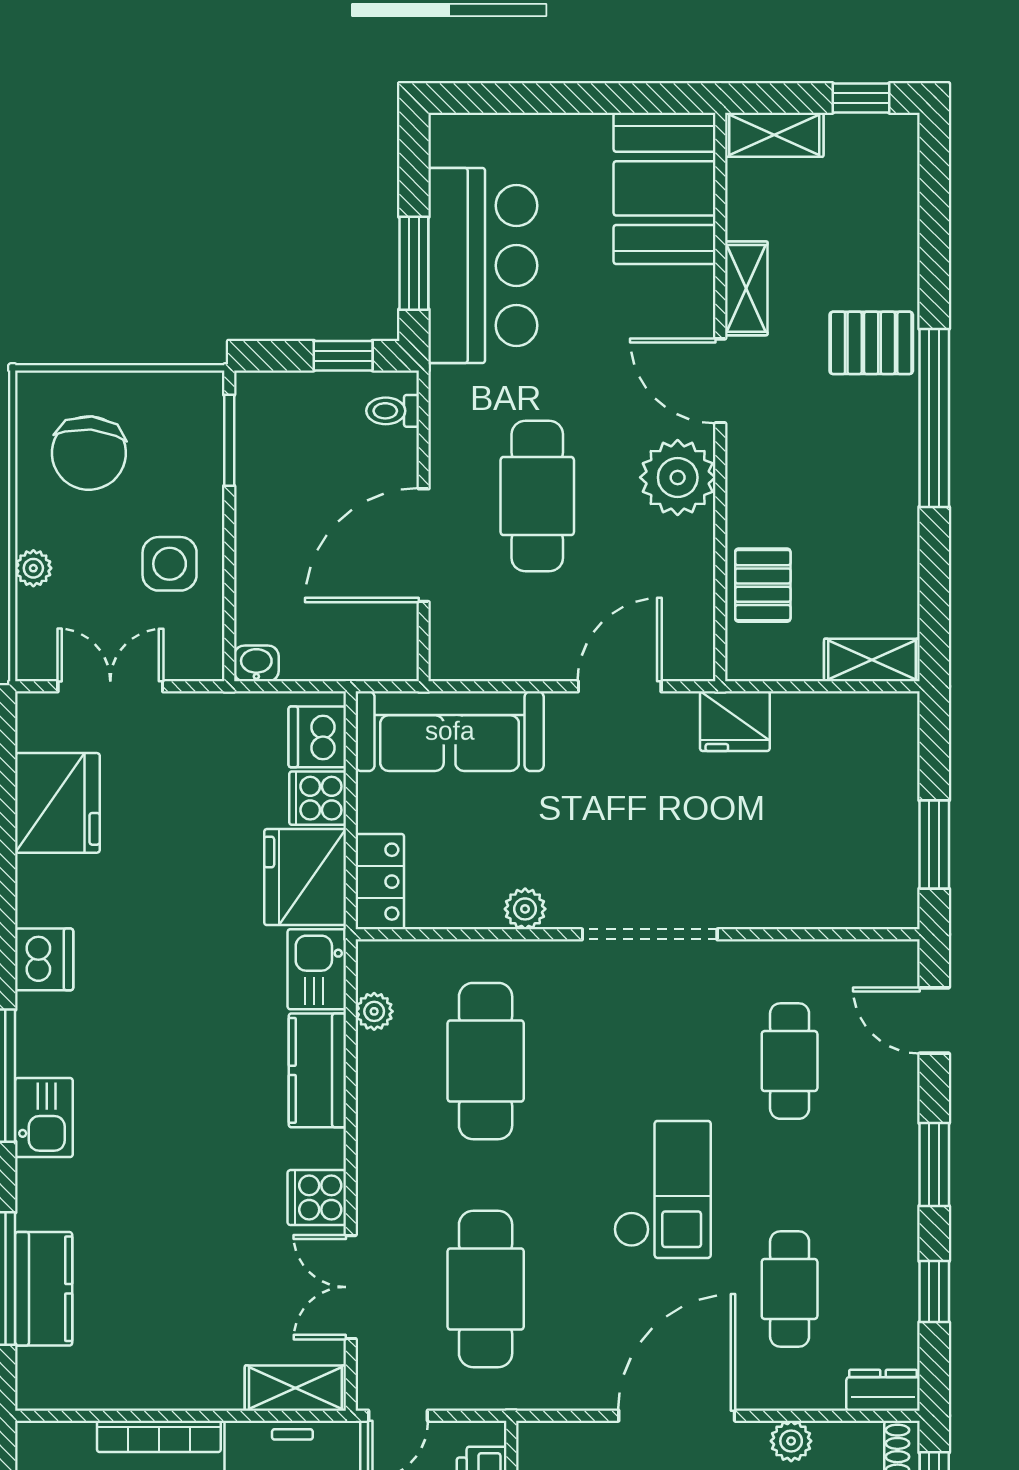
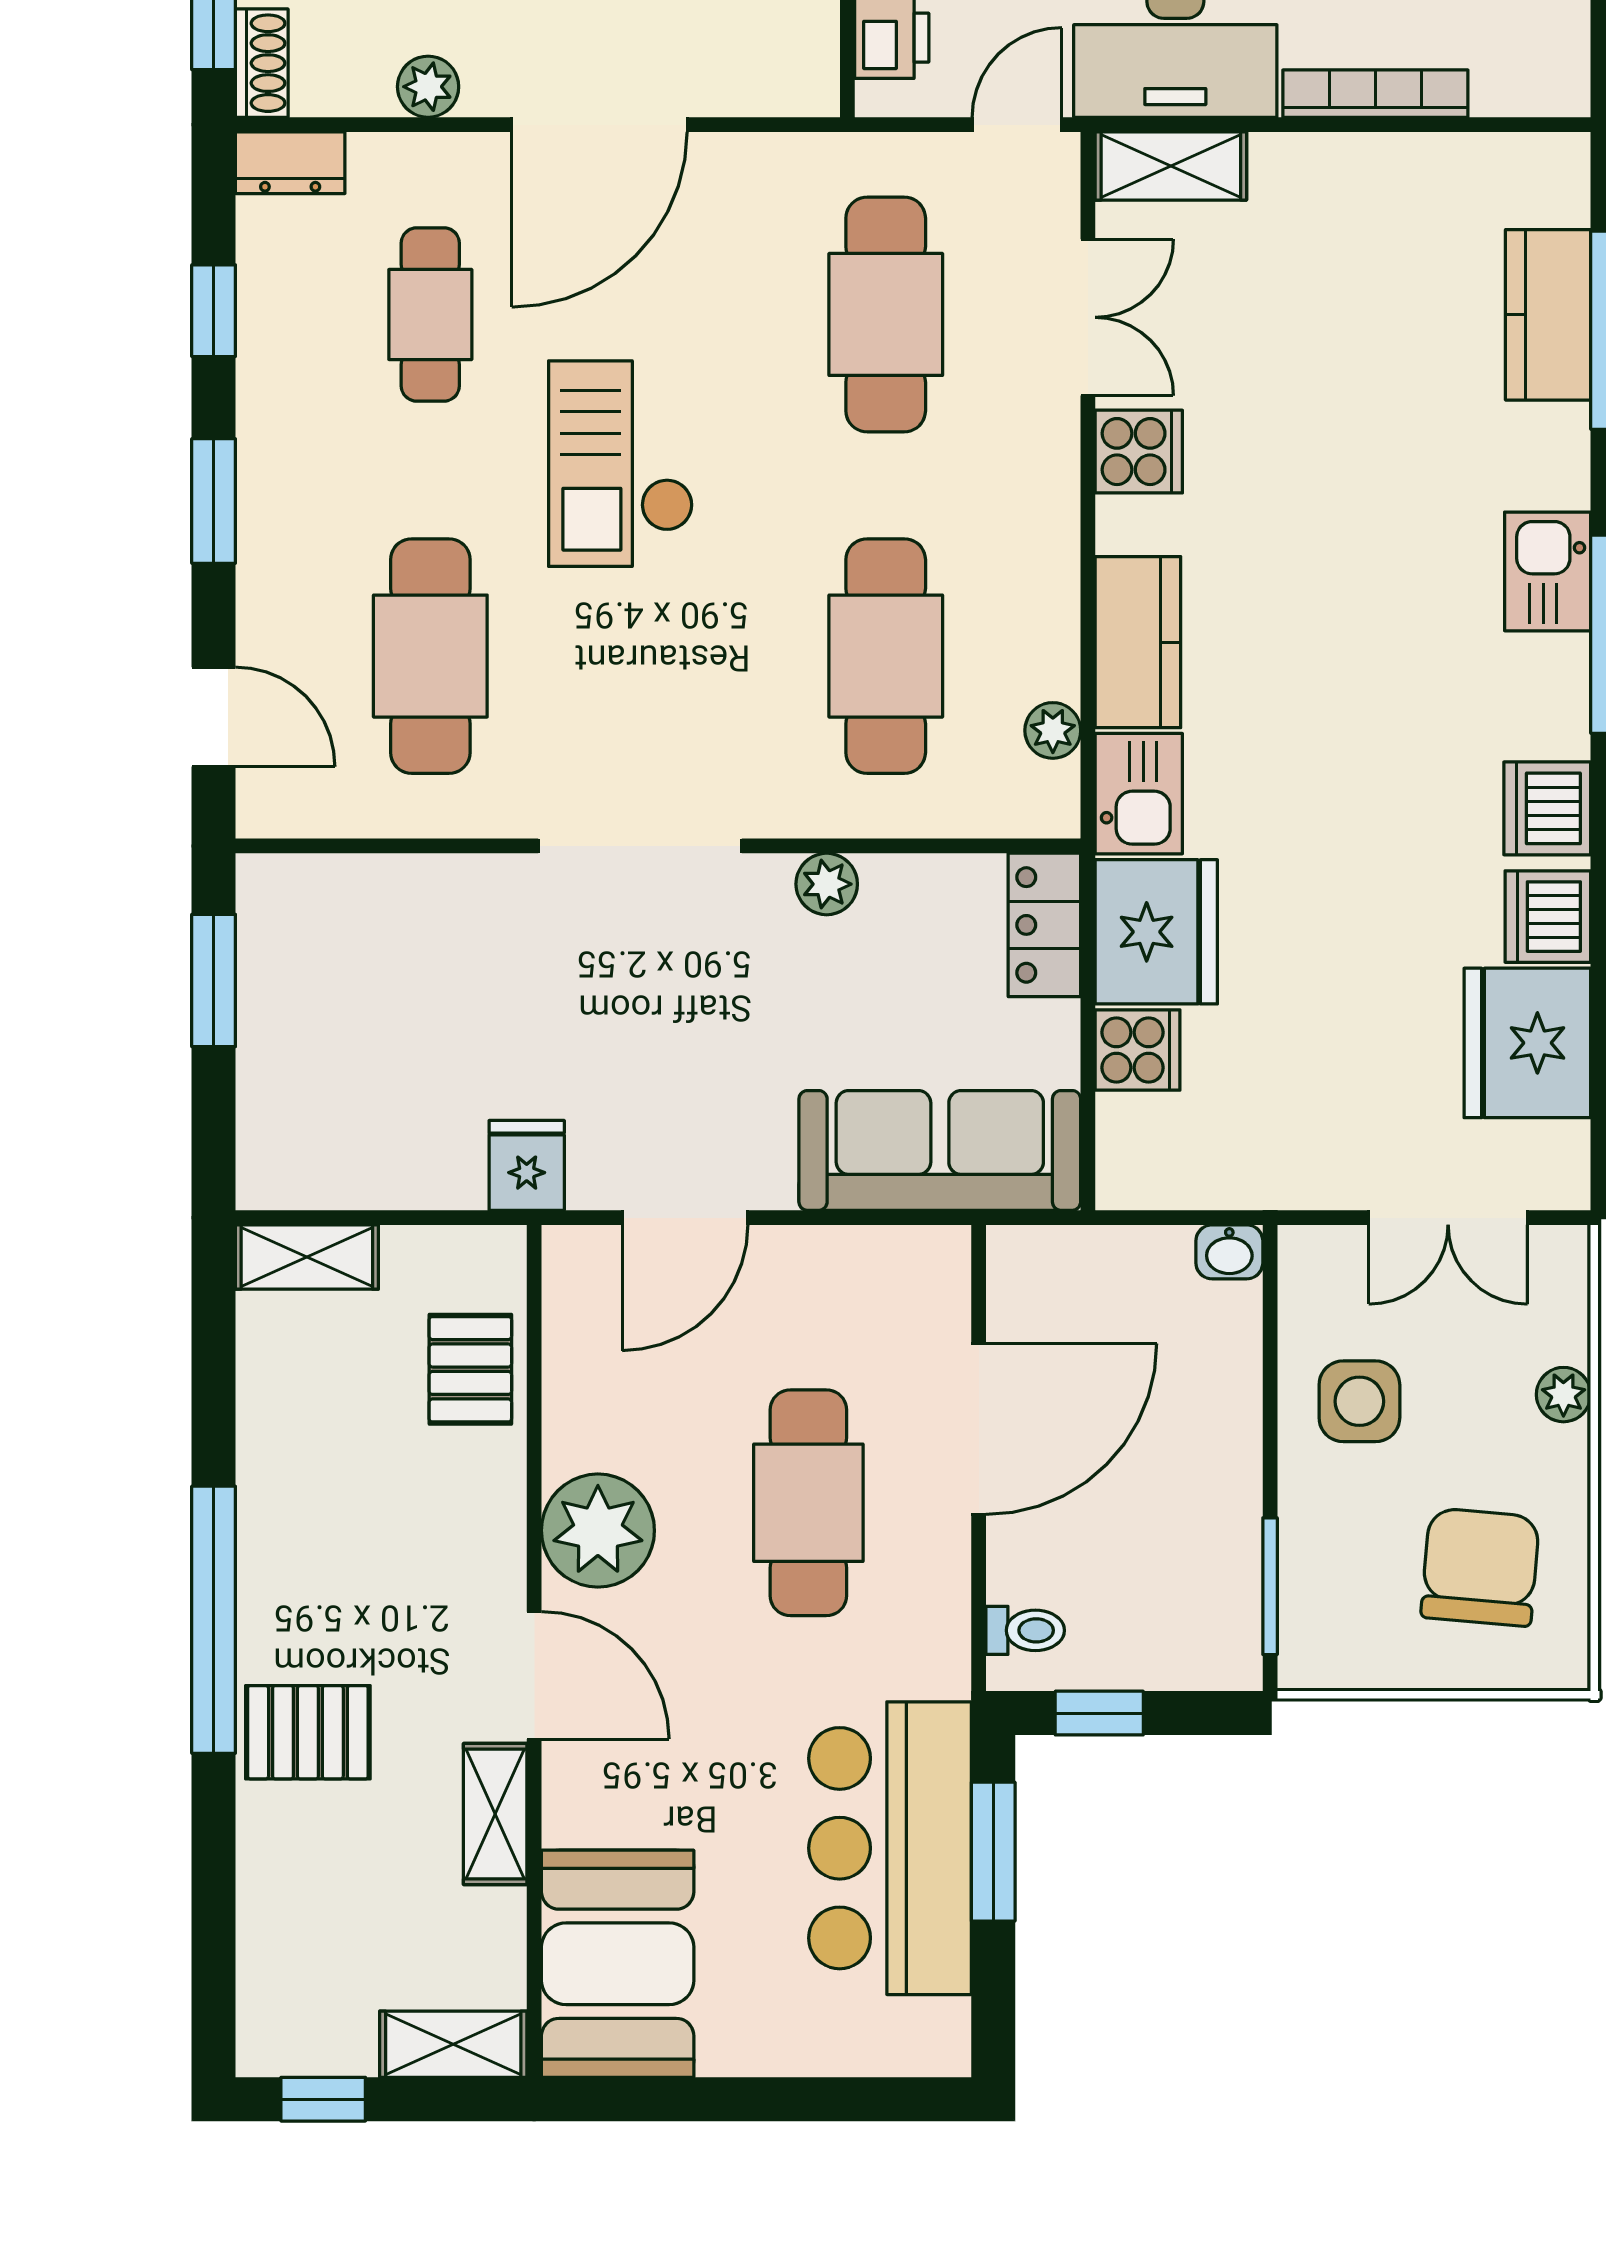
fridge: (735, 721) -> (527, 1165), width x0.72
dishwasher: (317, 737) -> (1548, 917), moved, turned 180
cafe table: (790, 1061) -> (430, 656), width x1.37, depth x1.35

